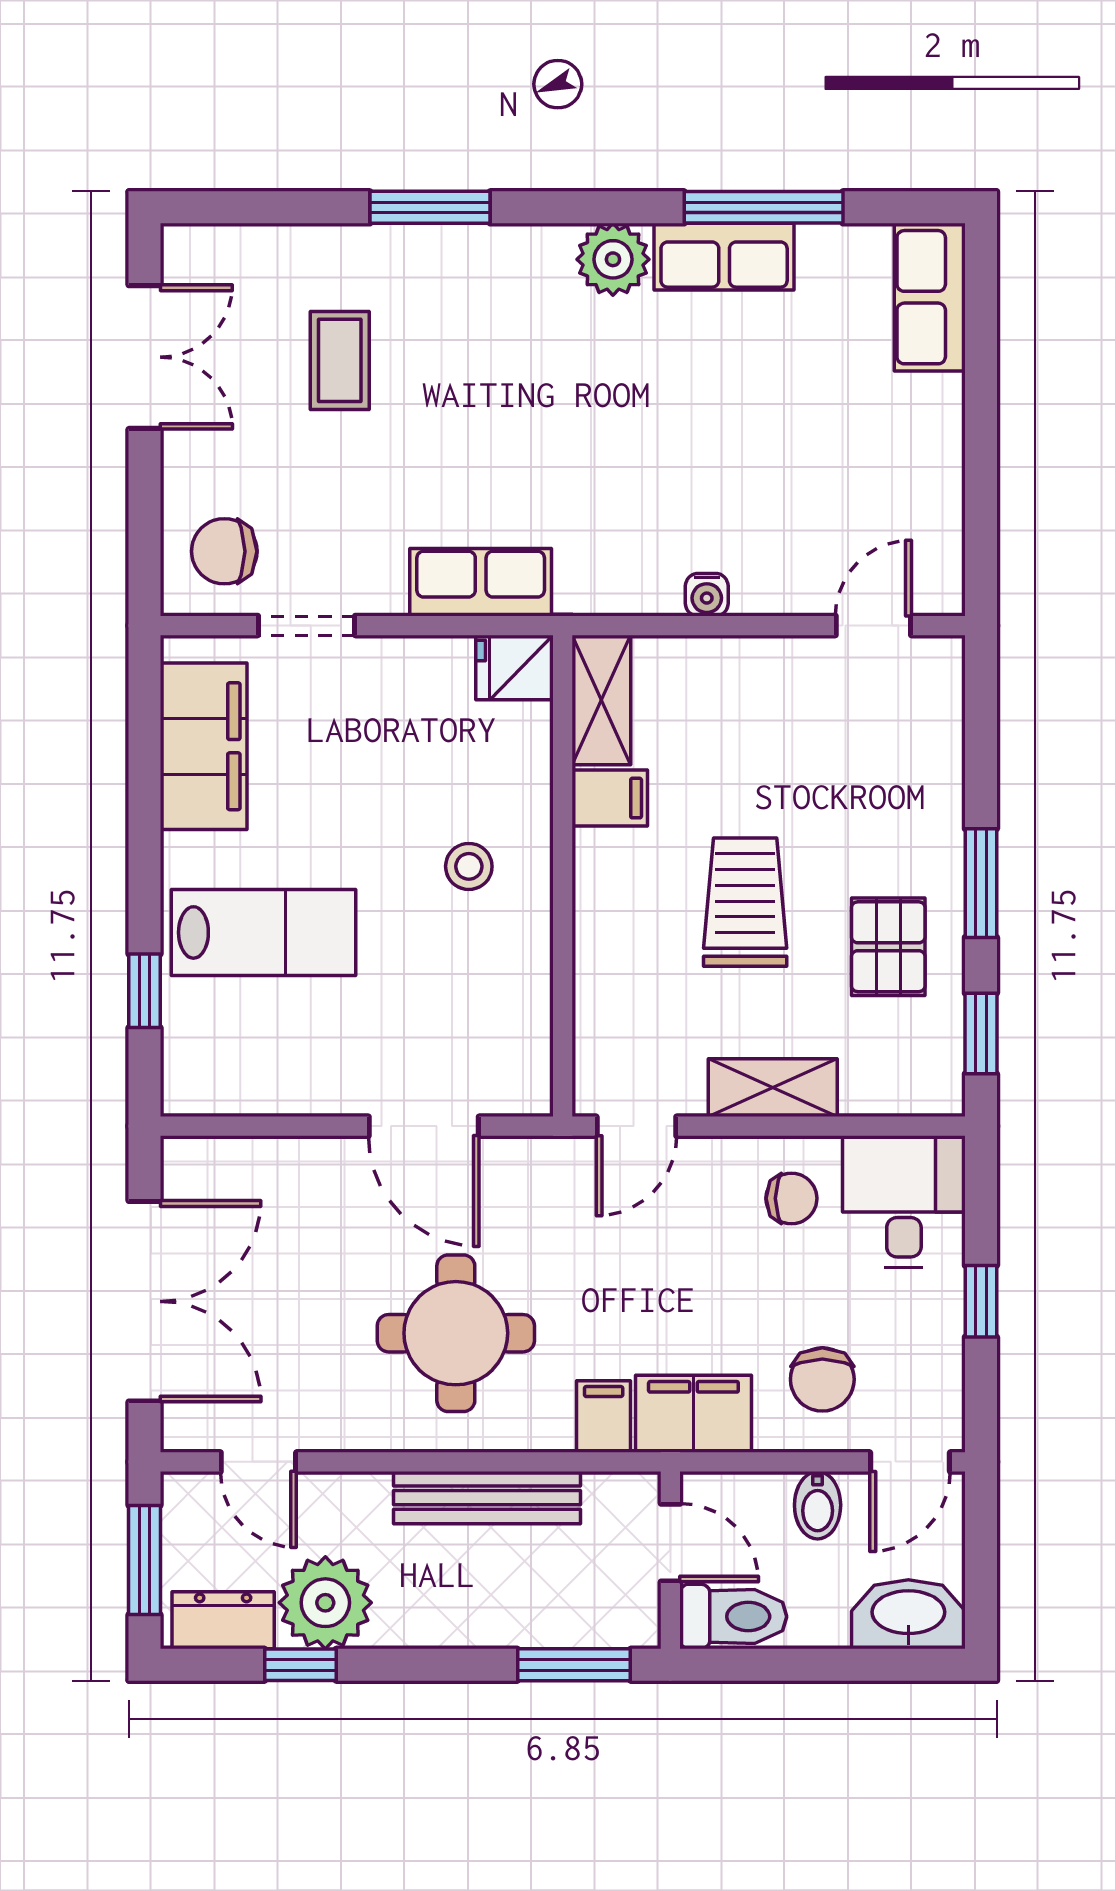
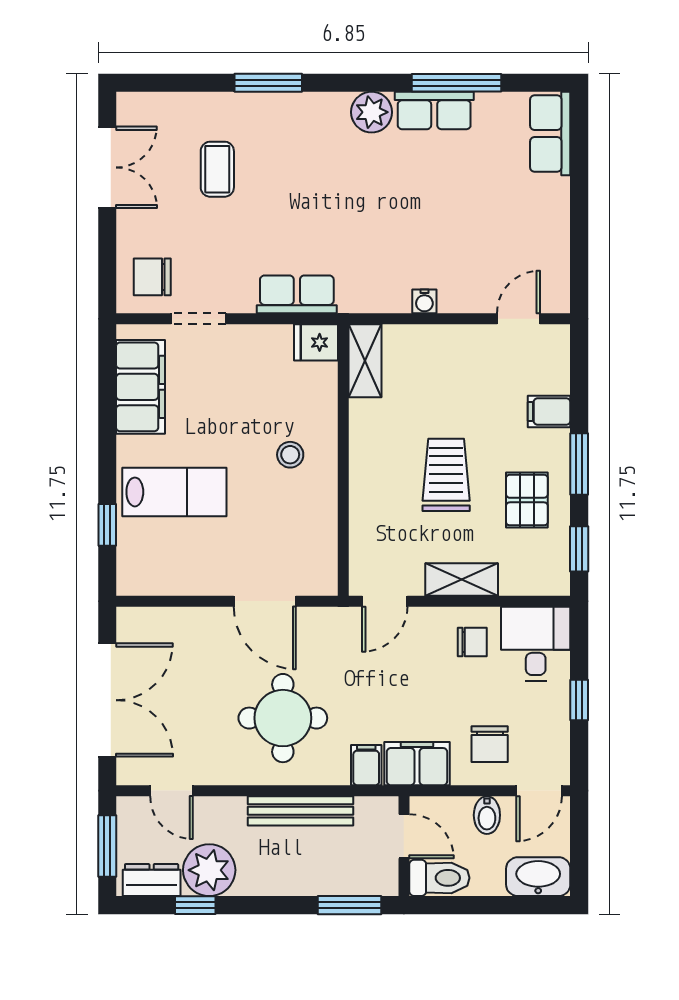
filing cabinet: (610, 798) -> (549, 411), moved, turned 180

